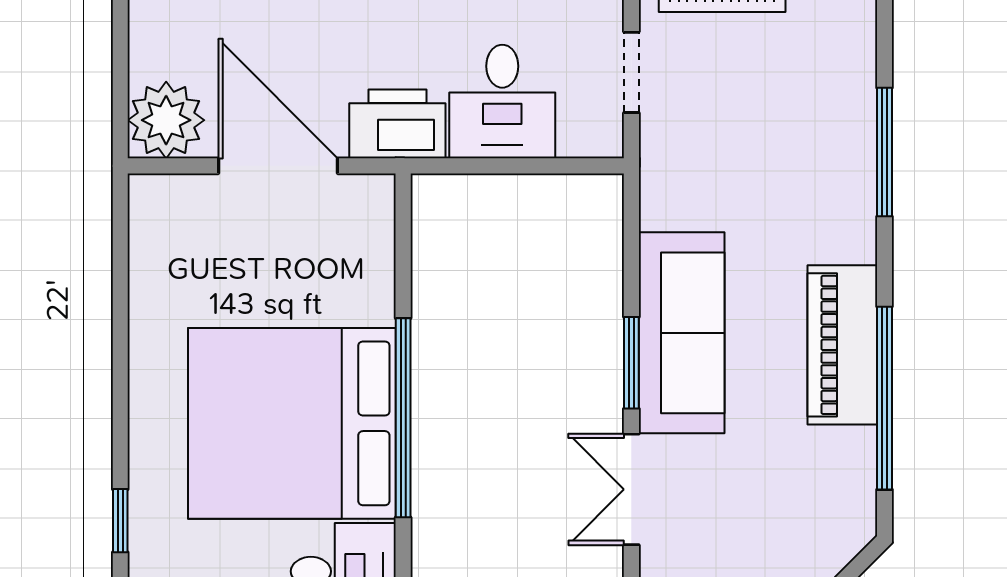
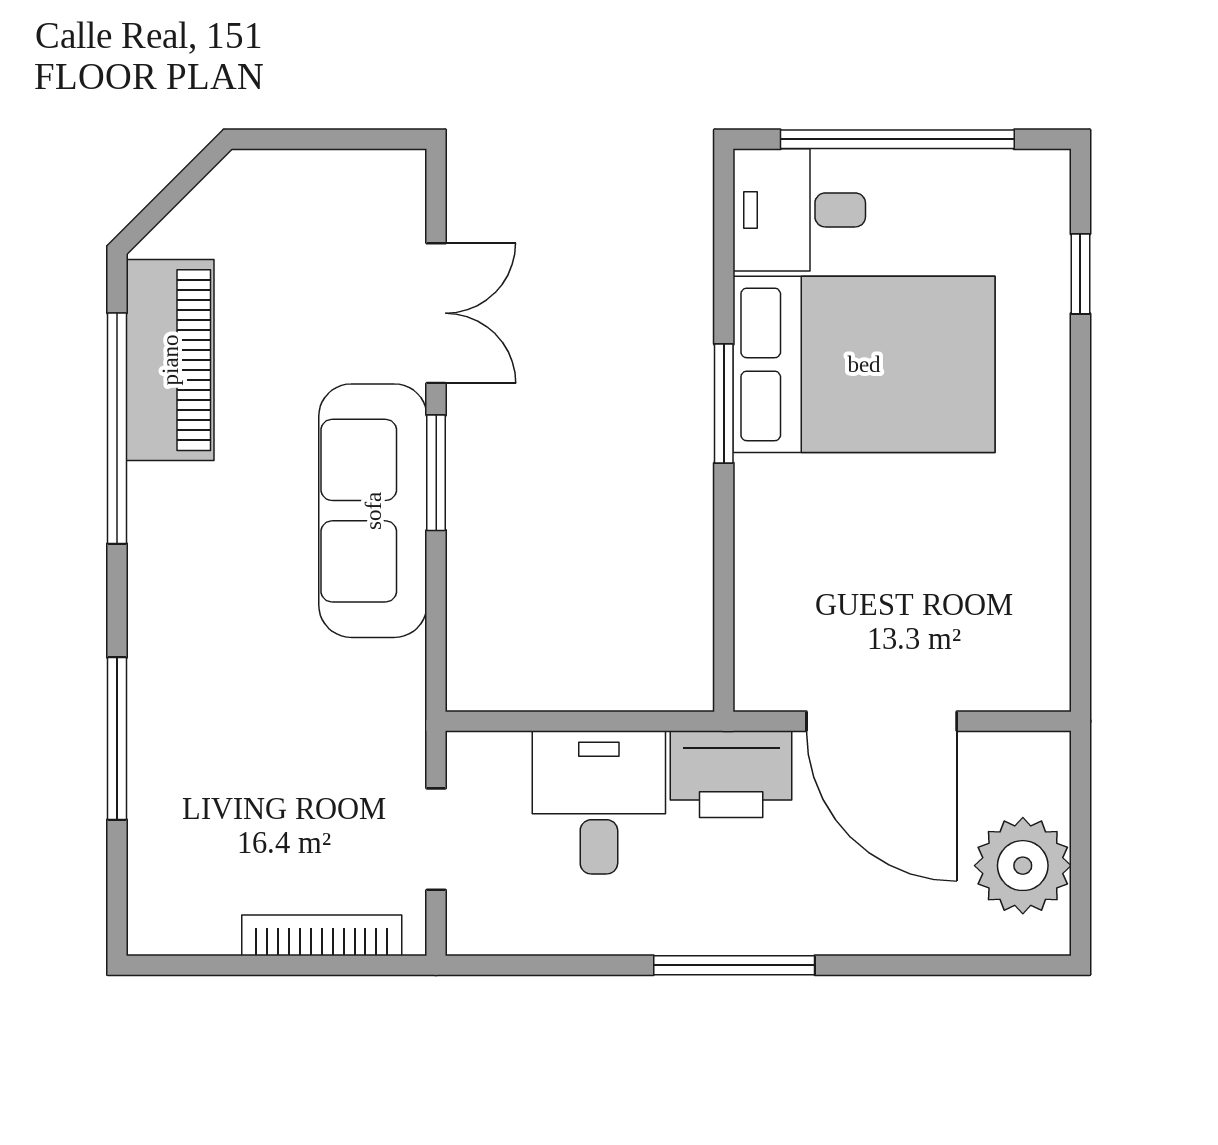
plant: (166, 120) -> (1023, 866), moved
piano: (842, 345) -> (170, 360), moved
window: (403, 418) -> (724, 404), width x0.47
bed: (292, 423) -> (864, 364), width x0.73

